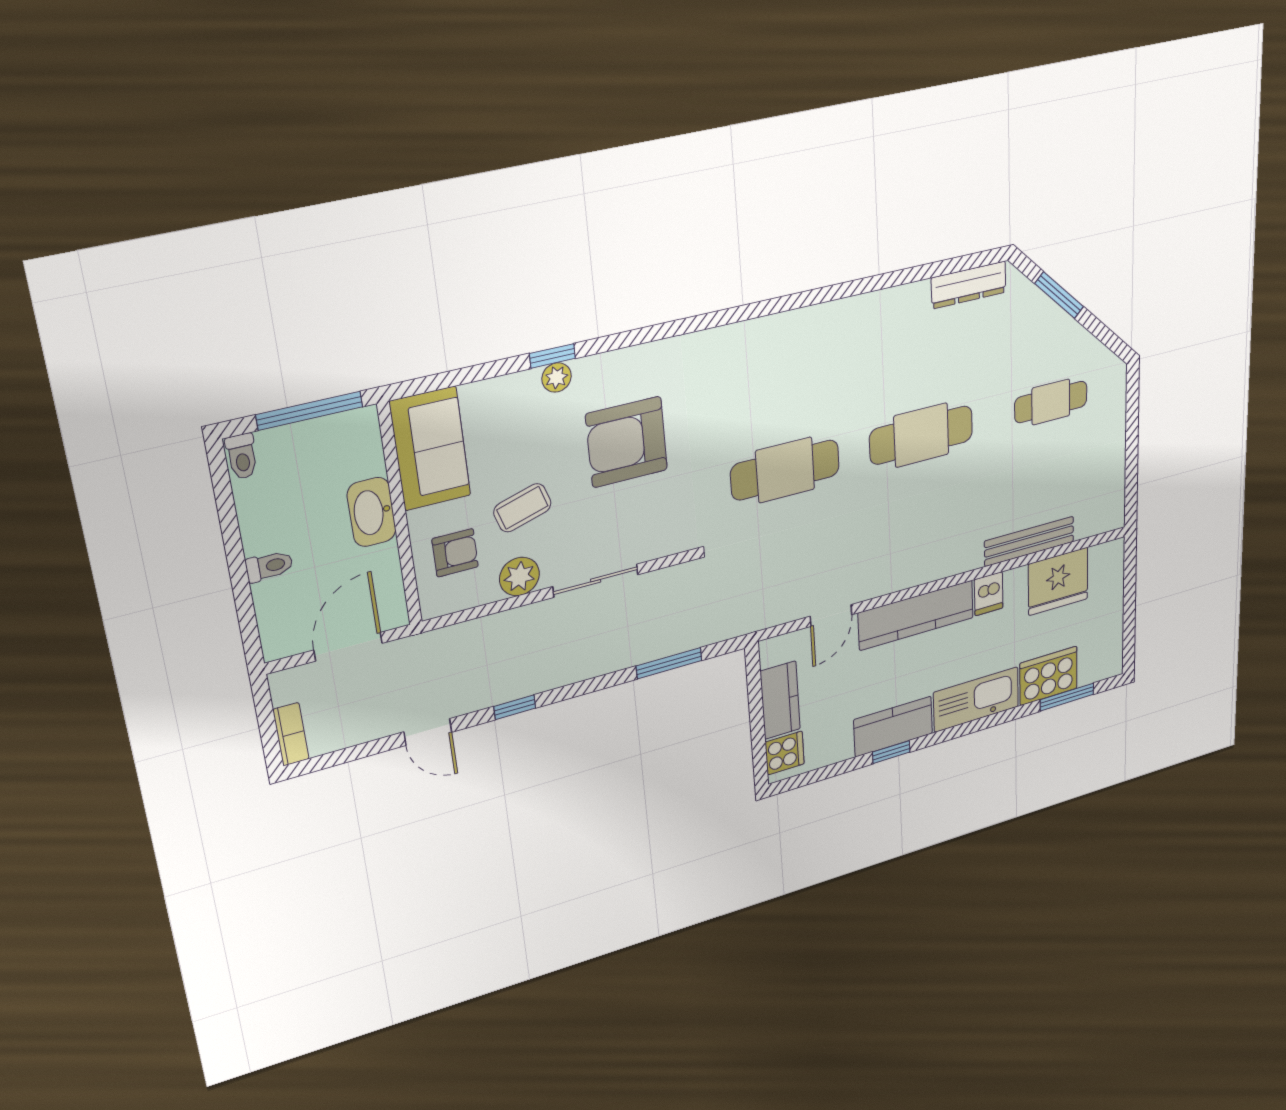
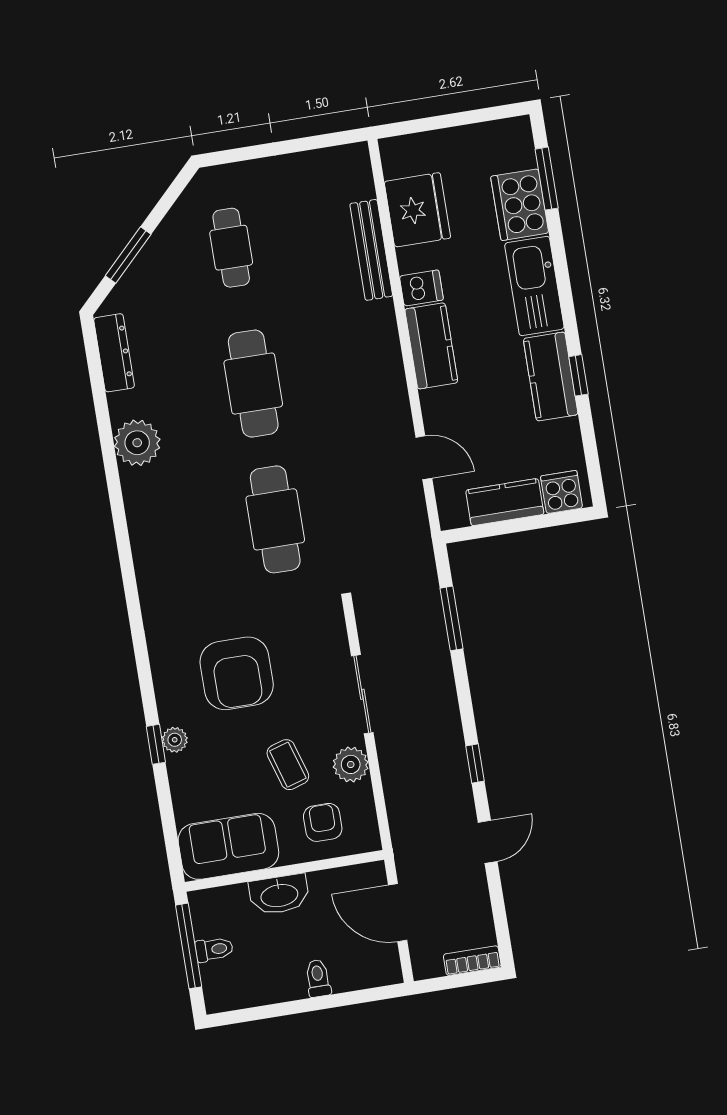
plant: (877, 315) -> (137, 443), added
toilet: (242, 456) -> (214, 949), moved
kitchen counter: (916, 615) -> (431, 346), width x0.67

